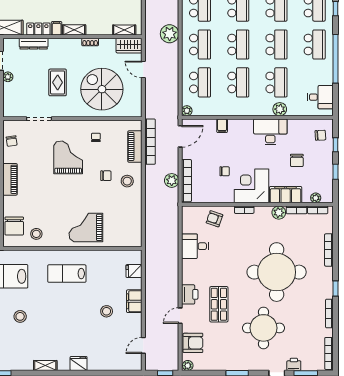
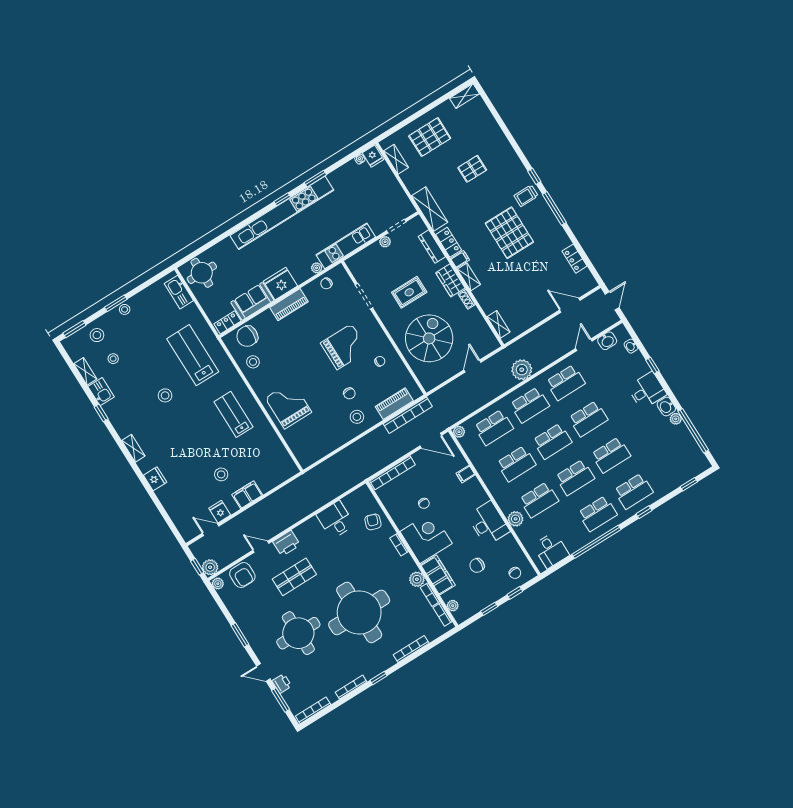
wardrobe: (129, 46) -> (450, 280), moved
plant: (172, 180) -> (210, 567), moved
fridge: (134, 271) -> (220, 512), moved

